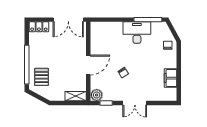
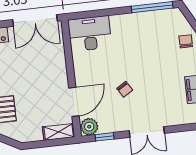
desk: (137, 33) -> (90, 34), moved
door: (88, 65) -> (74, 102), moved

